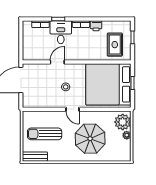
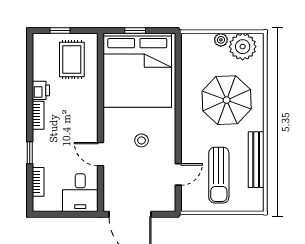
desk: (61, 32) -> (80, 193), moved, turned -90
rug: (115, 45) -> (72, 60), turned 90
door: (73, 109) -> (178, 174), moved
plant: (123, 122) -> (243, 47), moved
bench: (35, 157) -> (256, 160), moved, width x1.36

